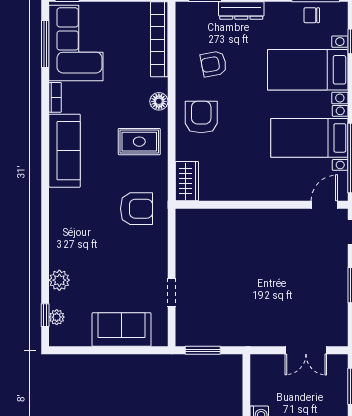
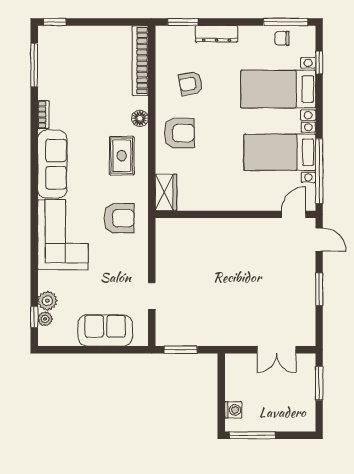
corner sofa: (76, 43) -> (63, 235), moved
armchair: (201, 117) -> (179, 133), turned 90
rug: (139, 142) -> (122, 156), turned 90
plant: (59, 280) -> (47, 301), moved

